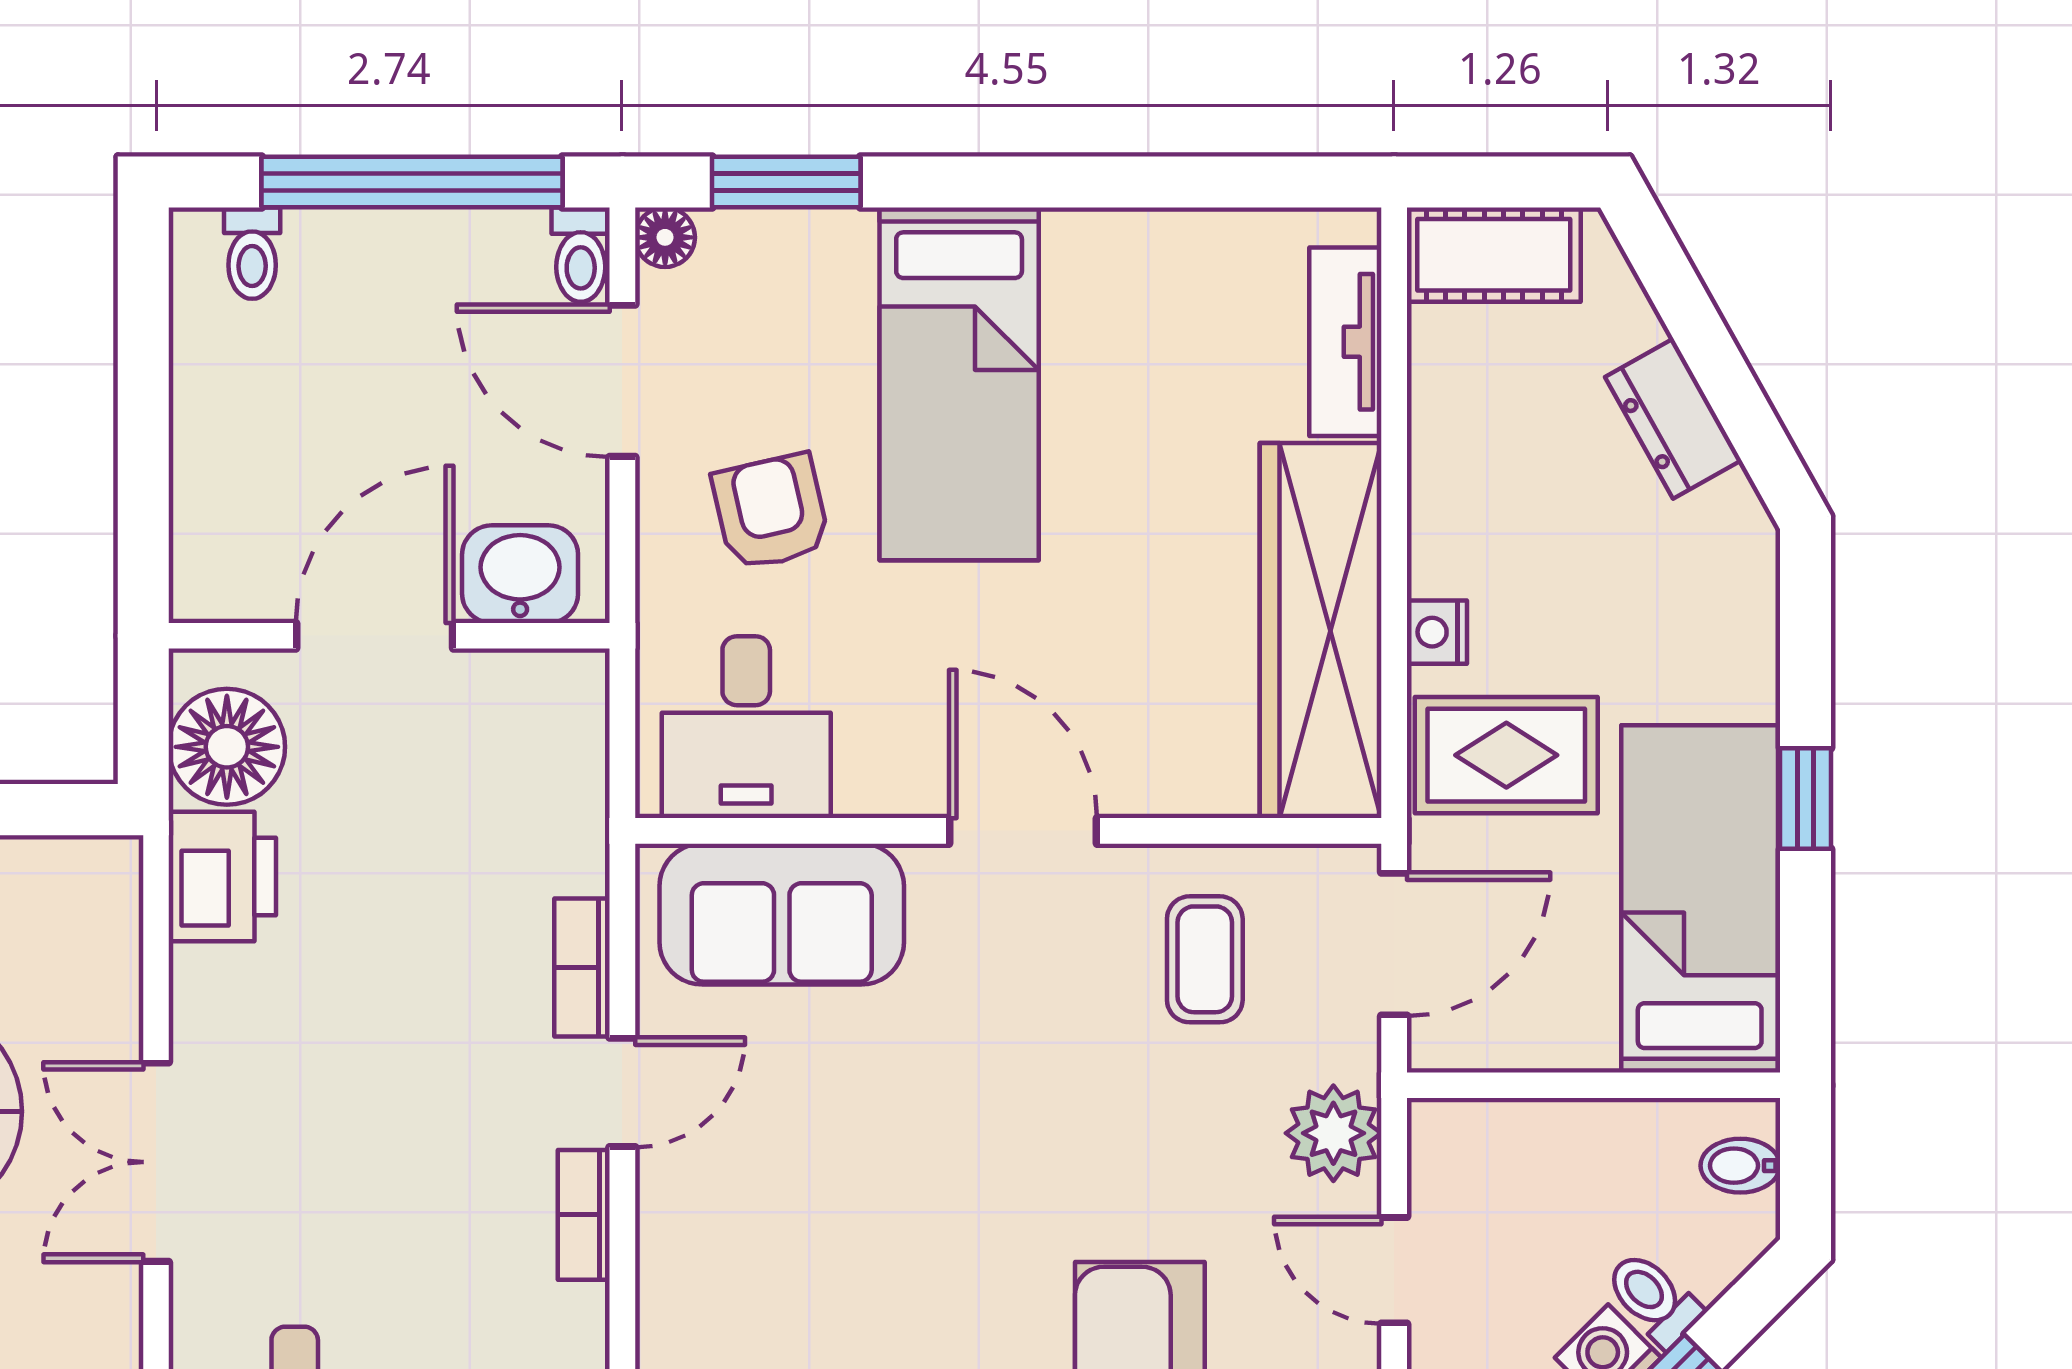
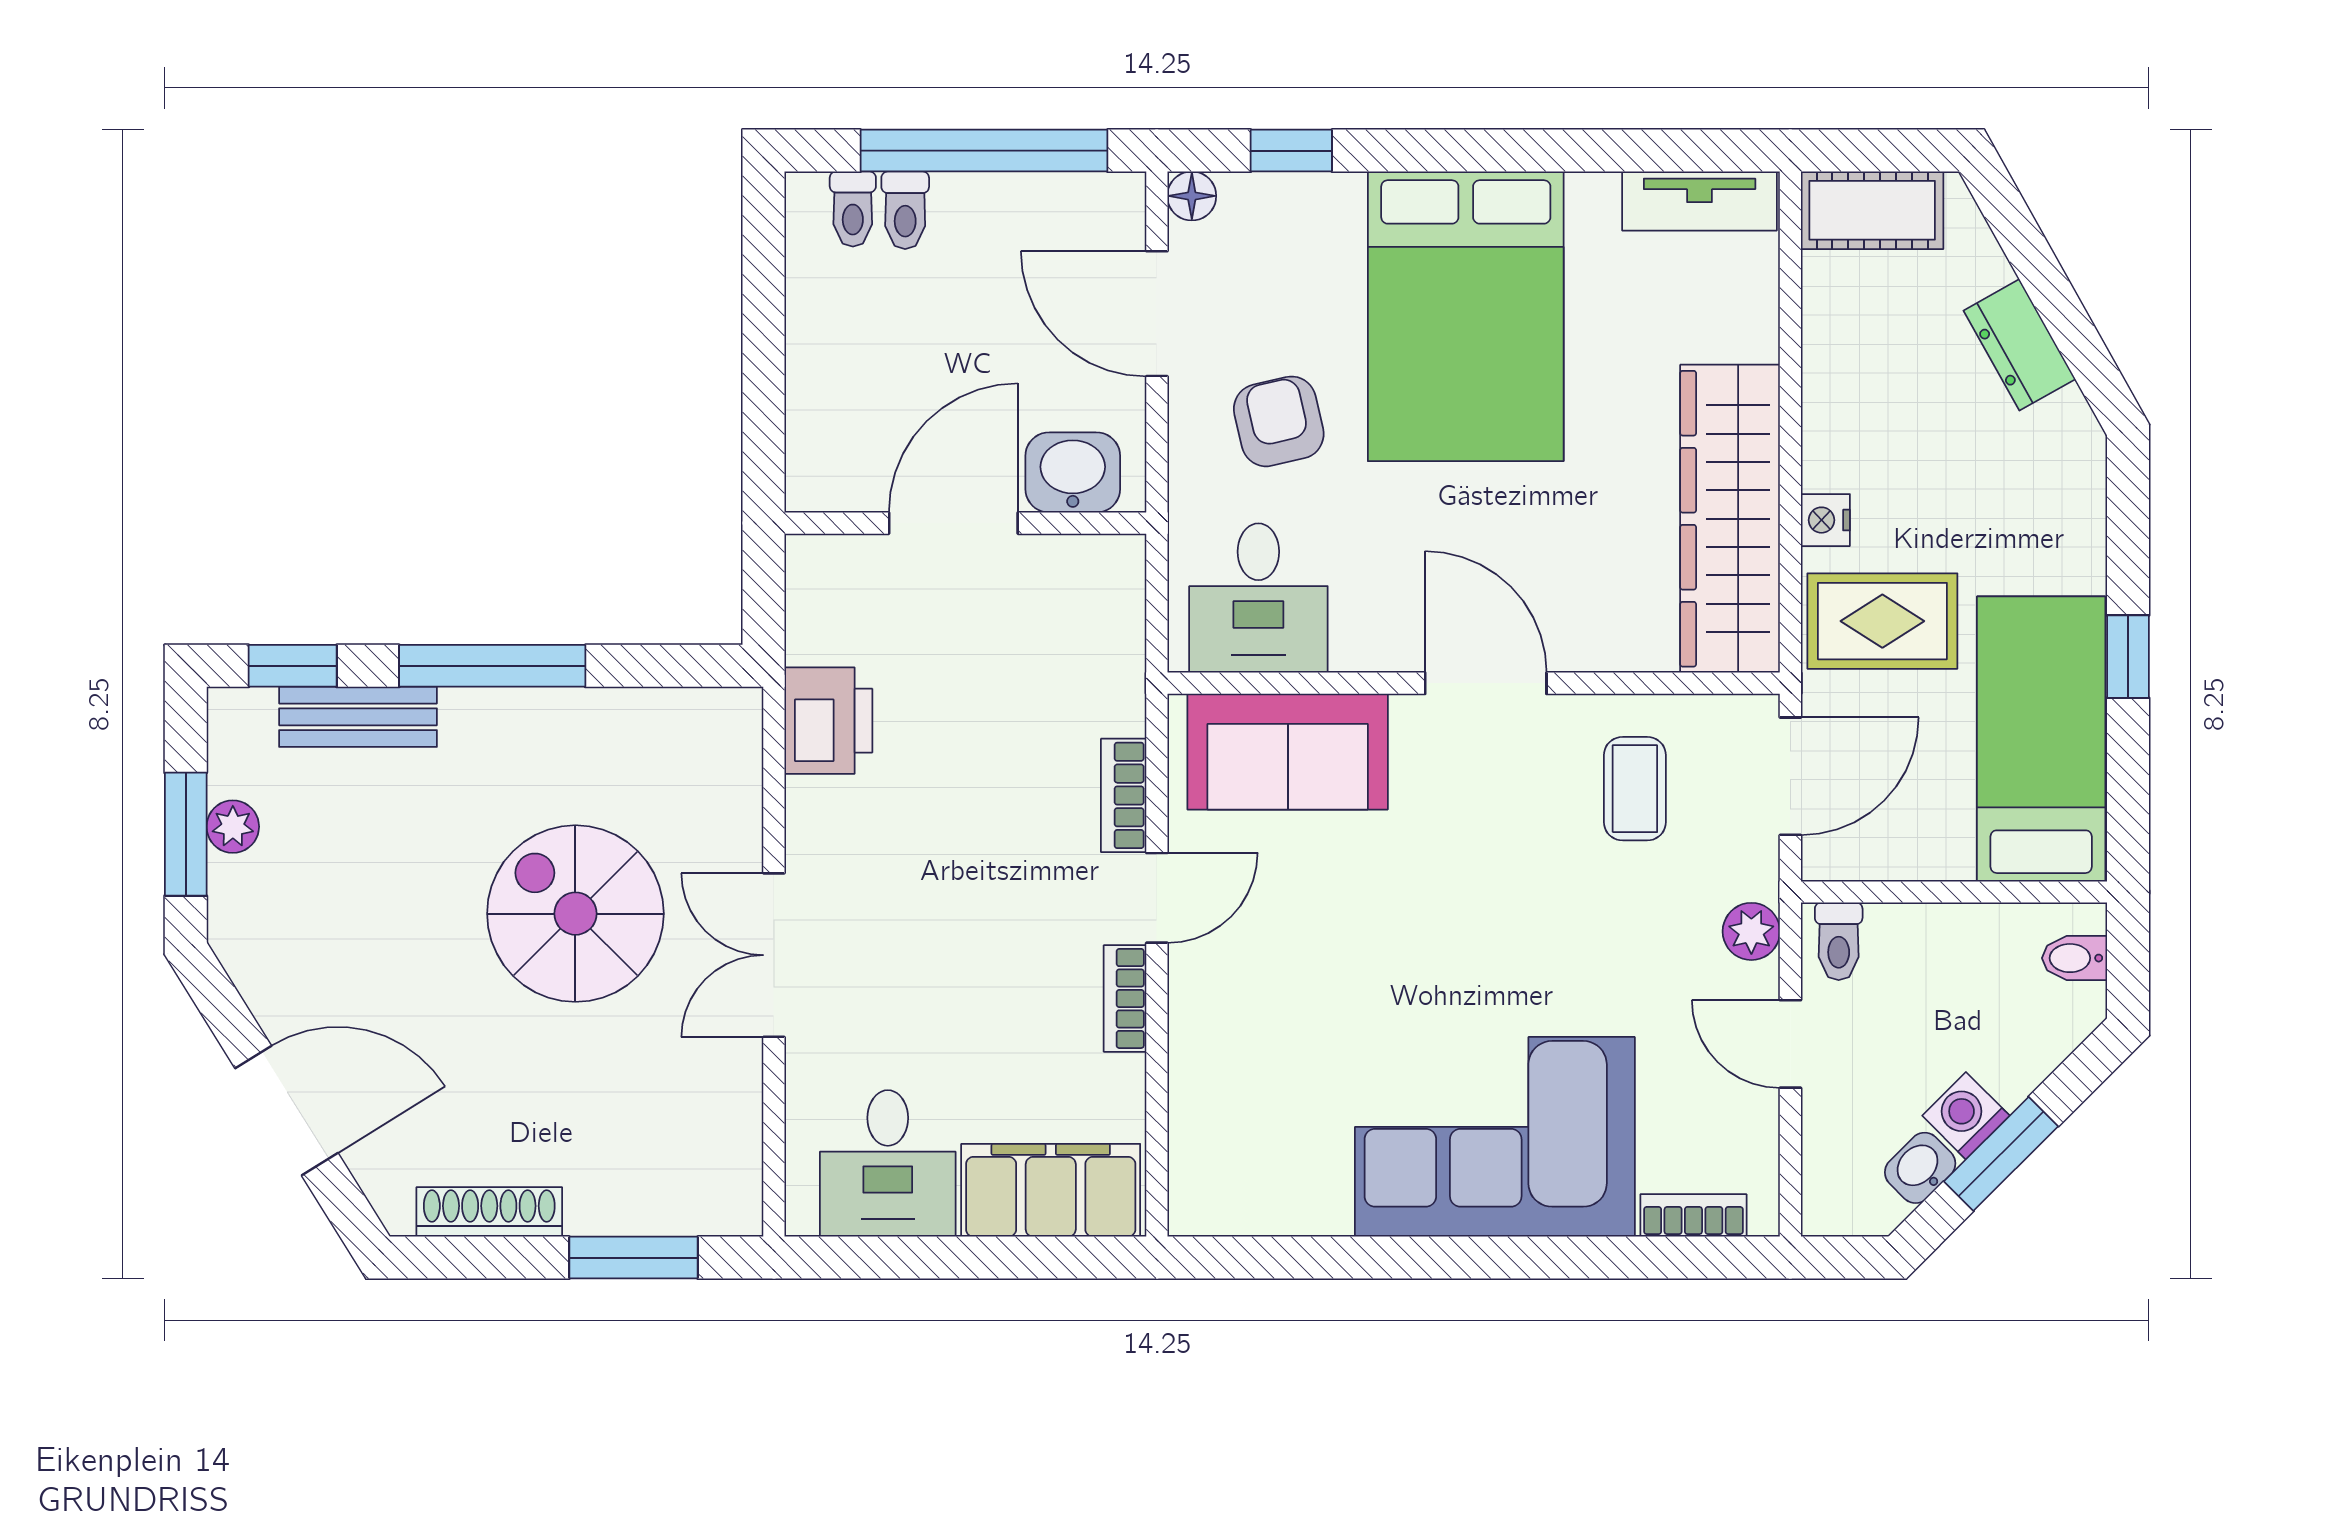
window: (786, 182) -> (1291, 151), width x0.67
toilet: (581, 255) -> (905, 210), moved
tv unit: (1345, 342) -> (1700, 201), moved, turned -90
bed: (959, 384) -> (1466, 316), width x1.50
floor lamp: (227, 747) -> (832, 614), removed
plant: (1333, 1133) -> (1751, 931), width x0.73, depth x0.73
toilet: (1653, 1299) -> (1839, 941), moved, turned -135

